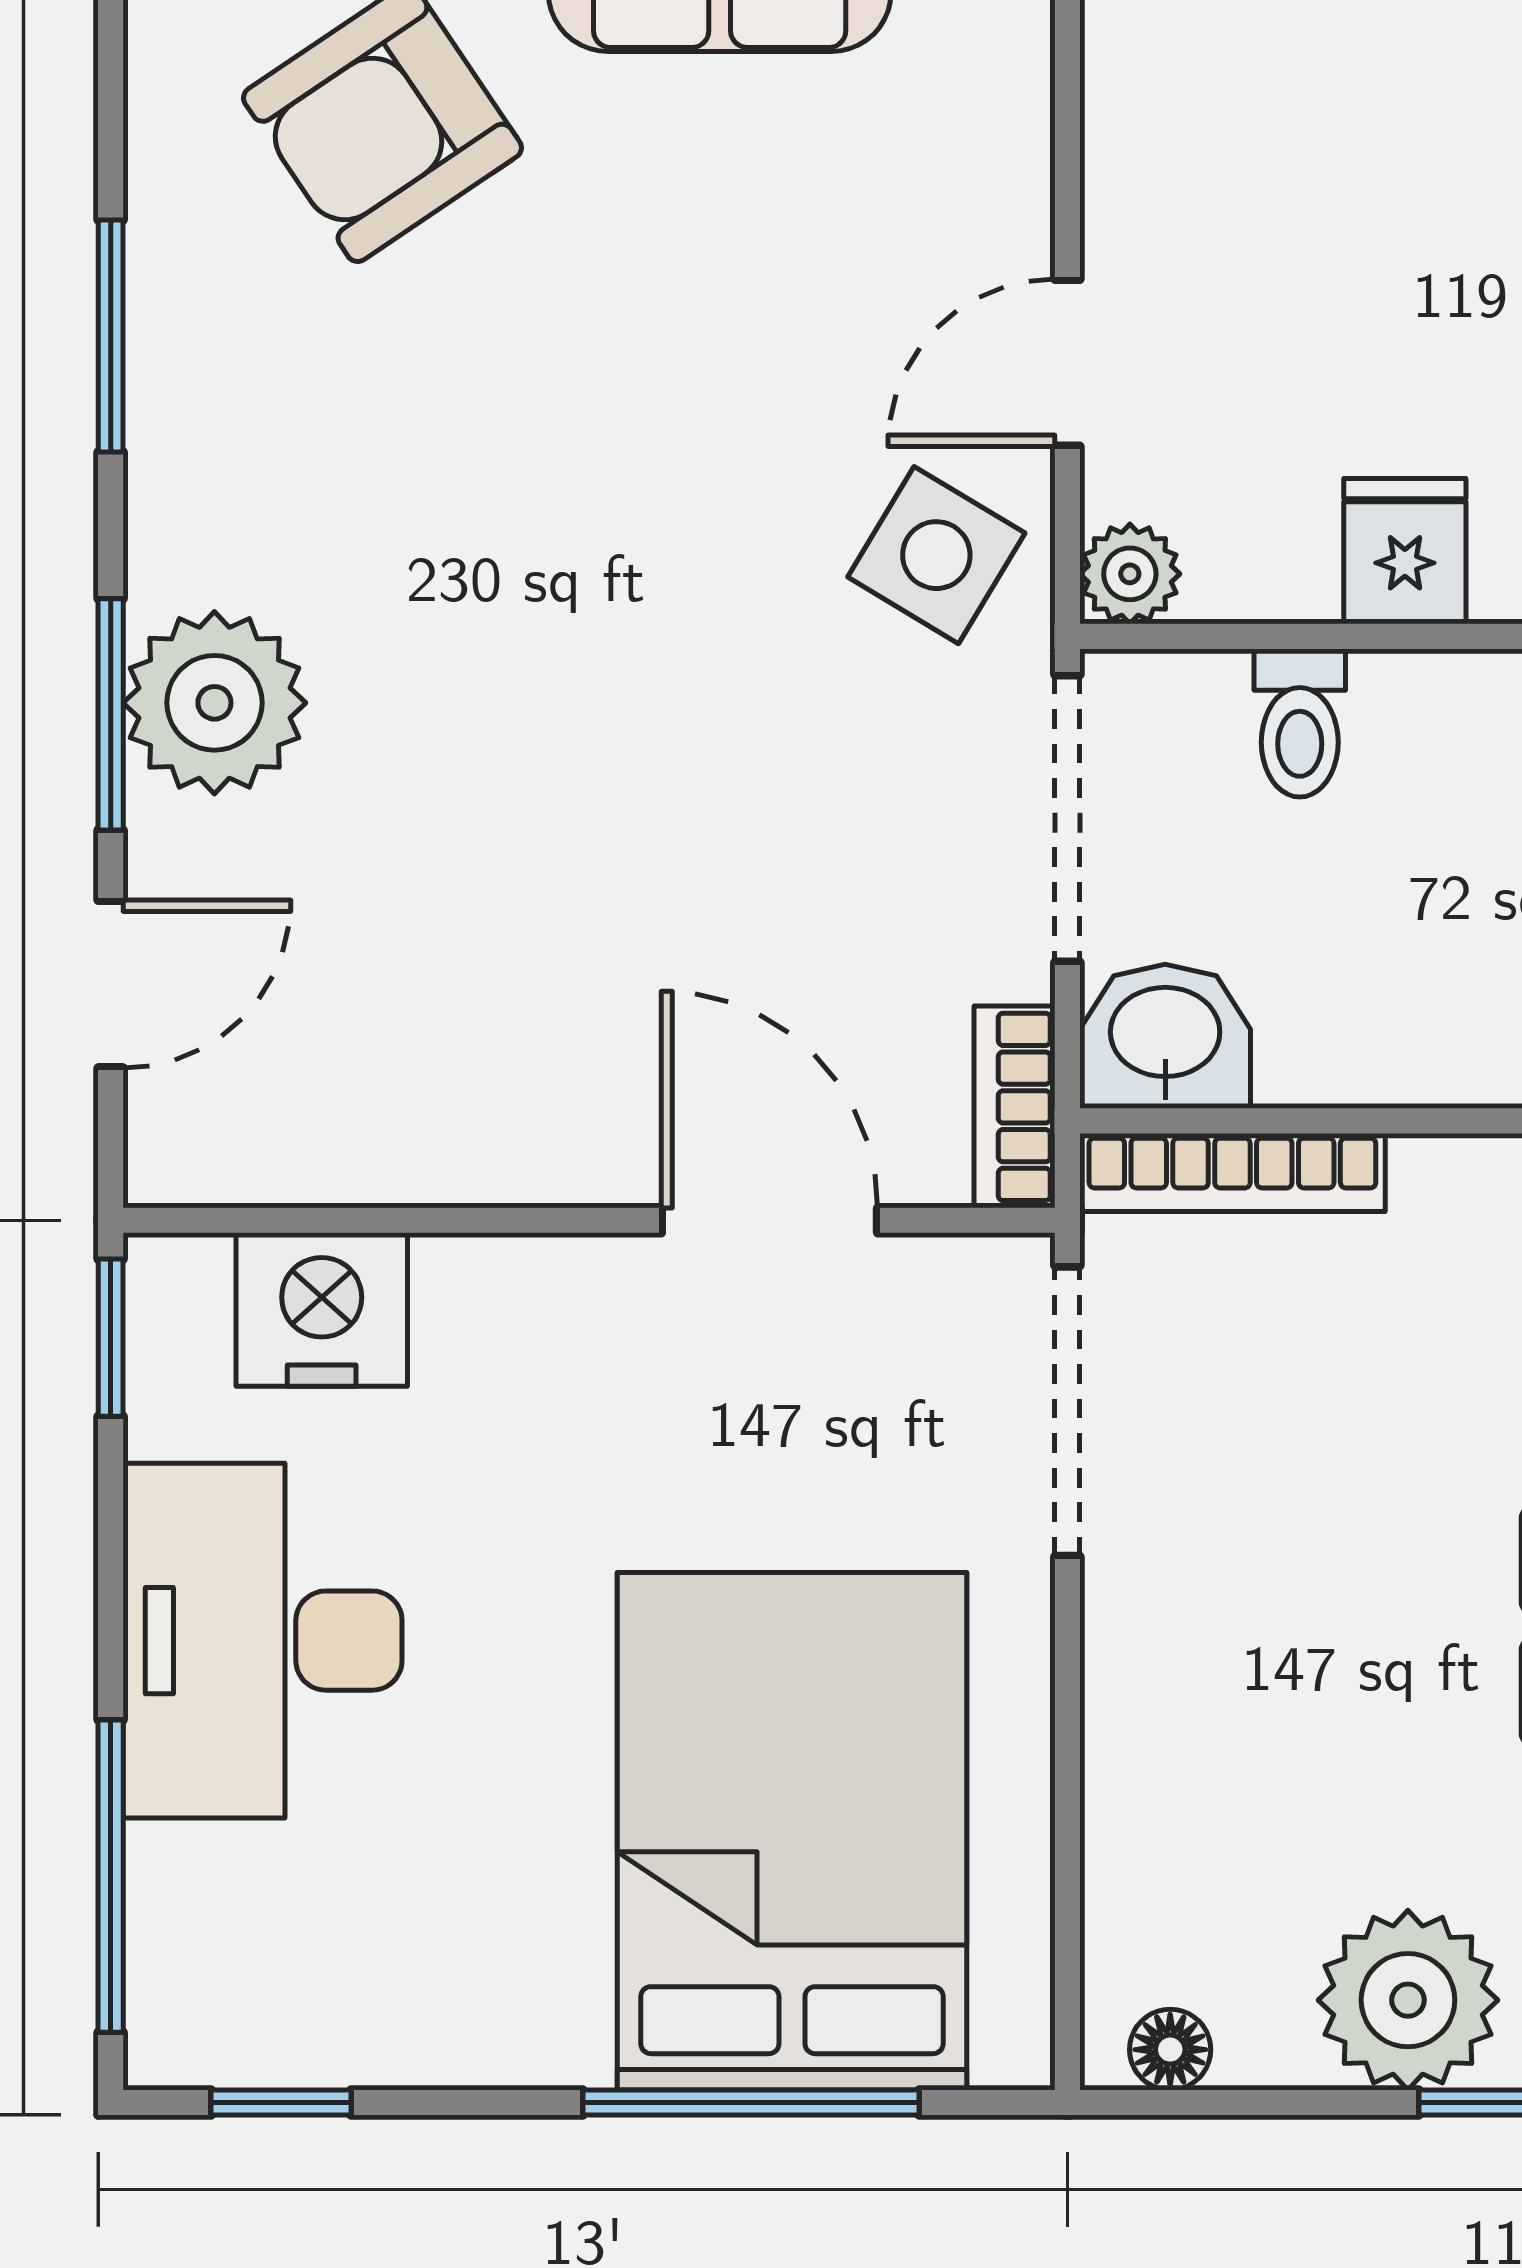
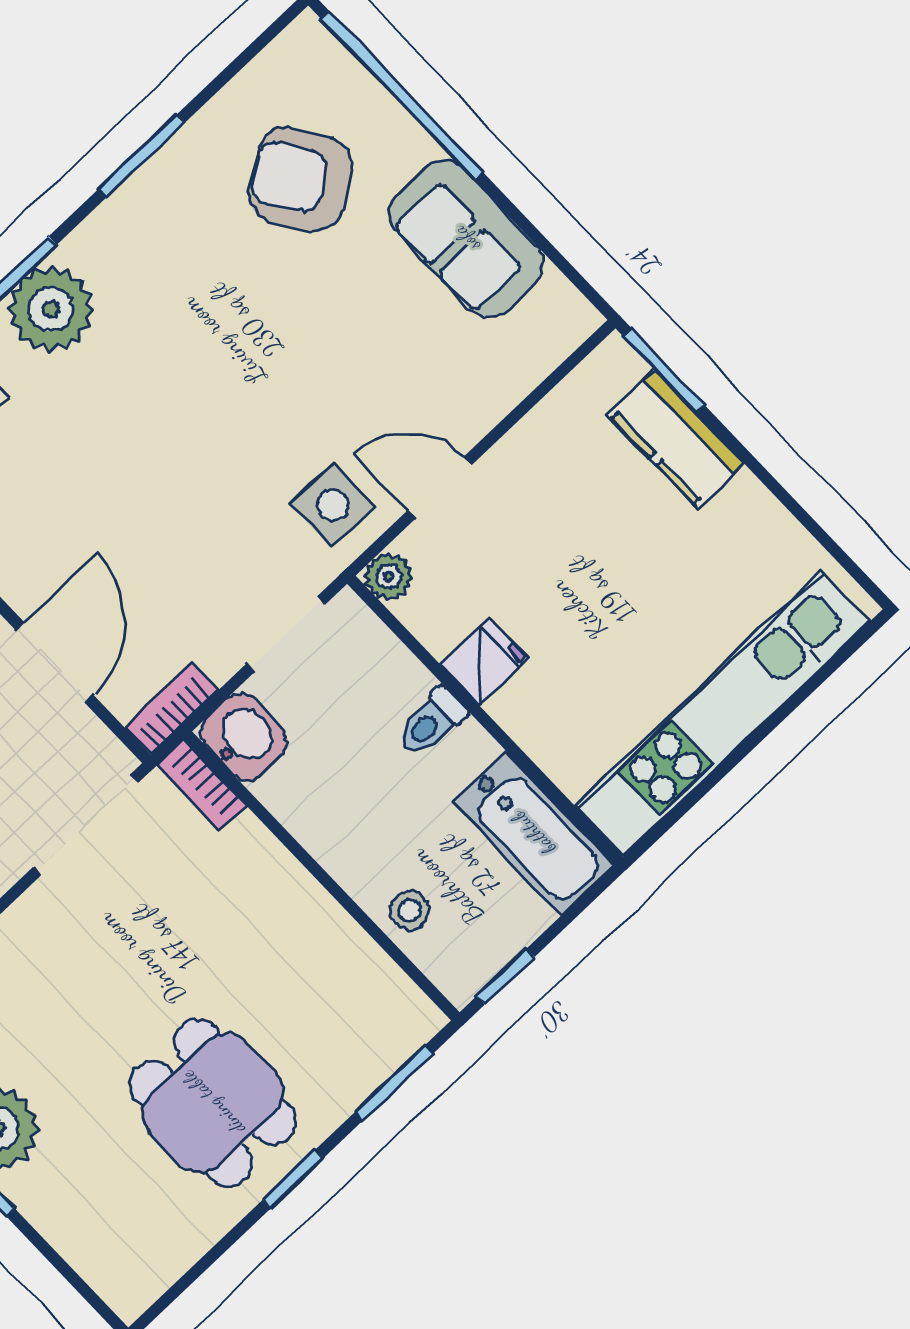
side table: (936, 555) -> (333, 505), turned -31
toilet: (1300, 723) -> (431, 722), moved
doorway: (1067, 818) -> (286, 634), width x0.73
bookcase: (1232, 1172) -> (202, 785), width x0.64

